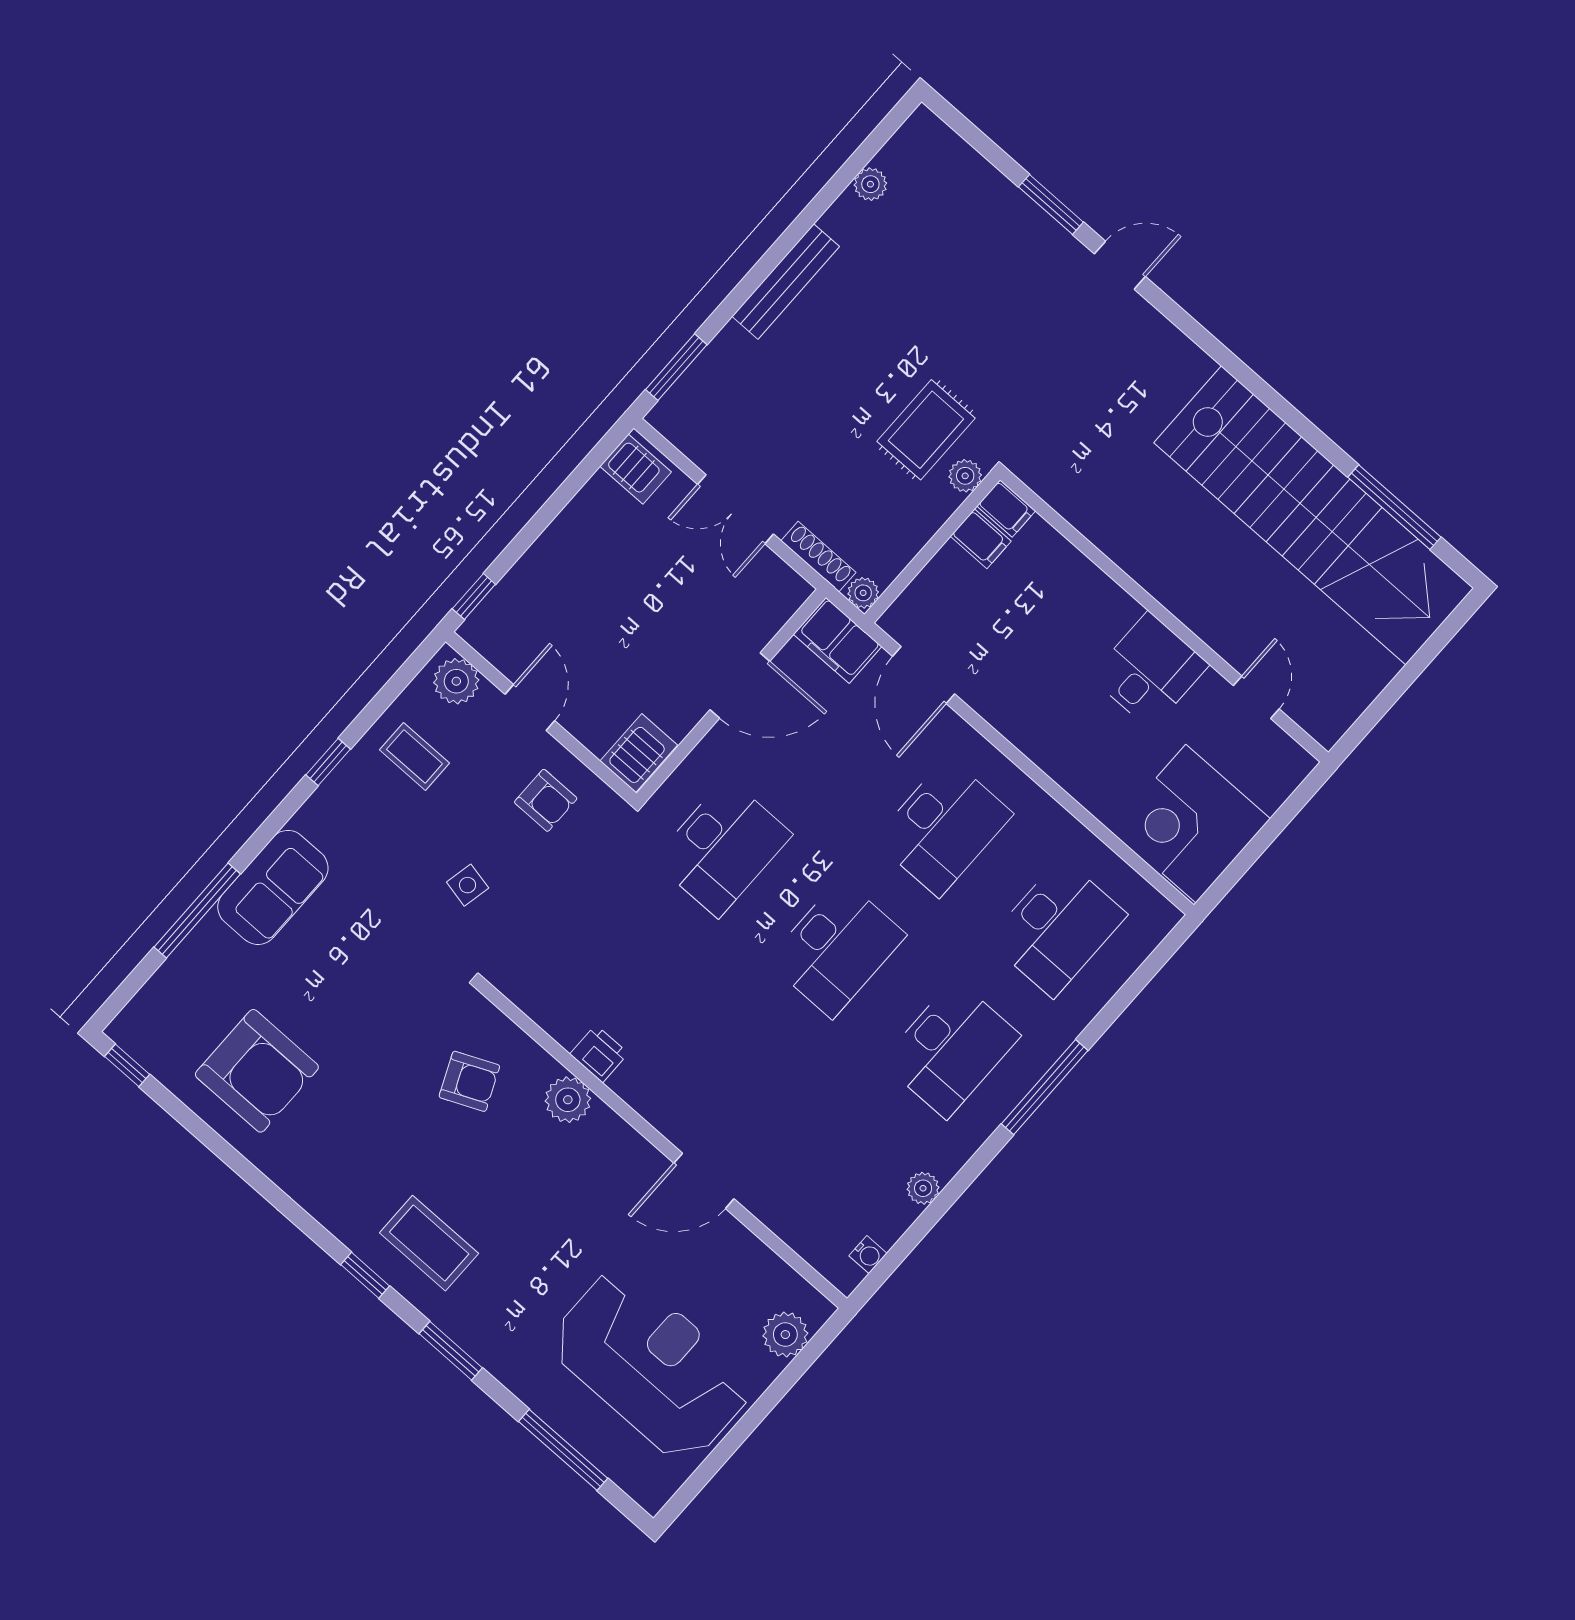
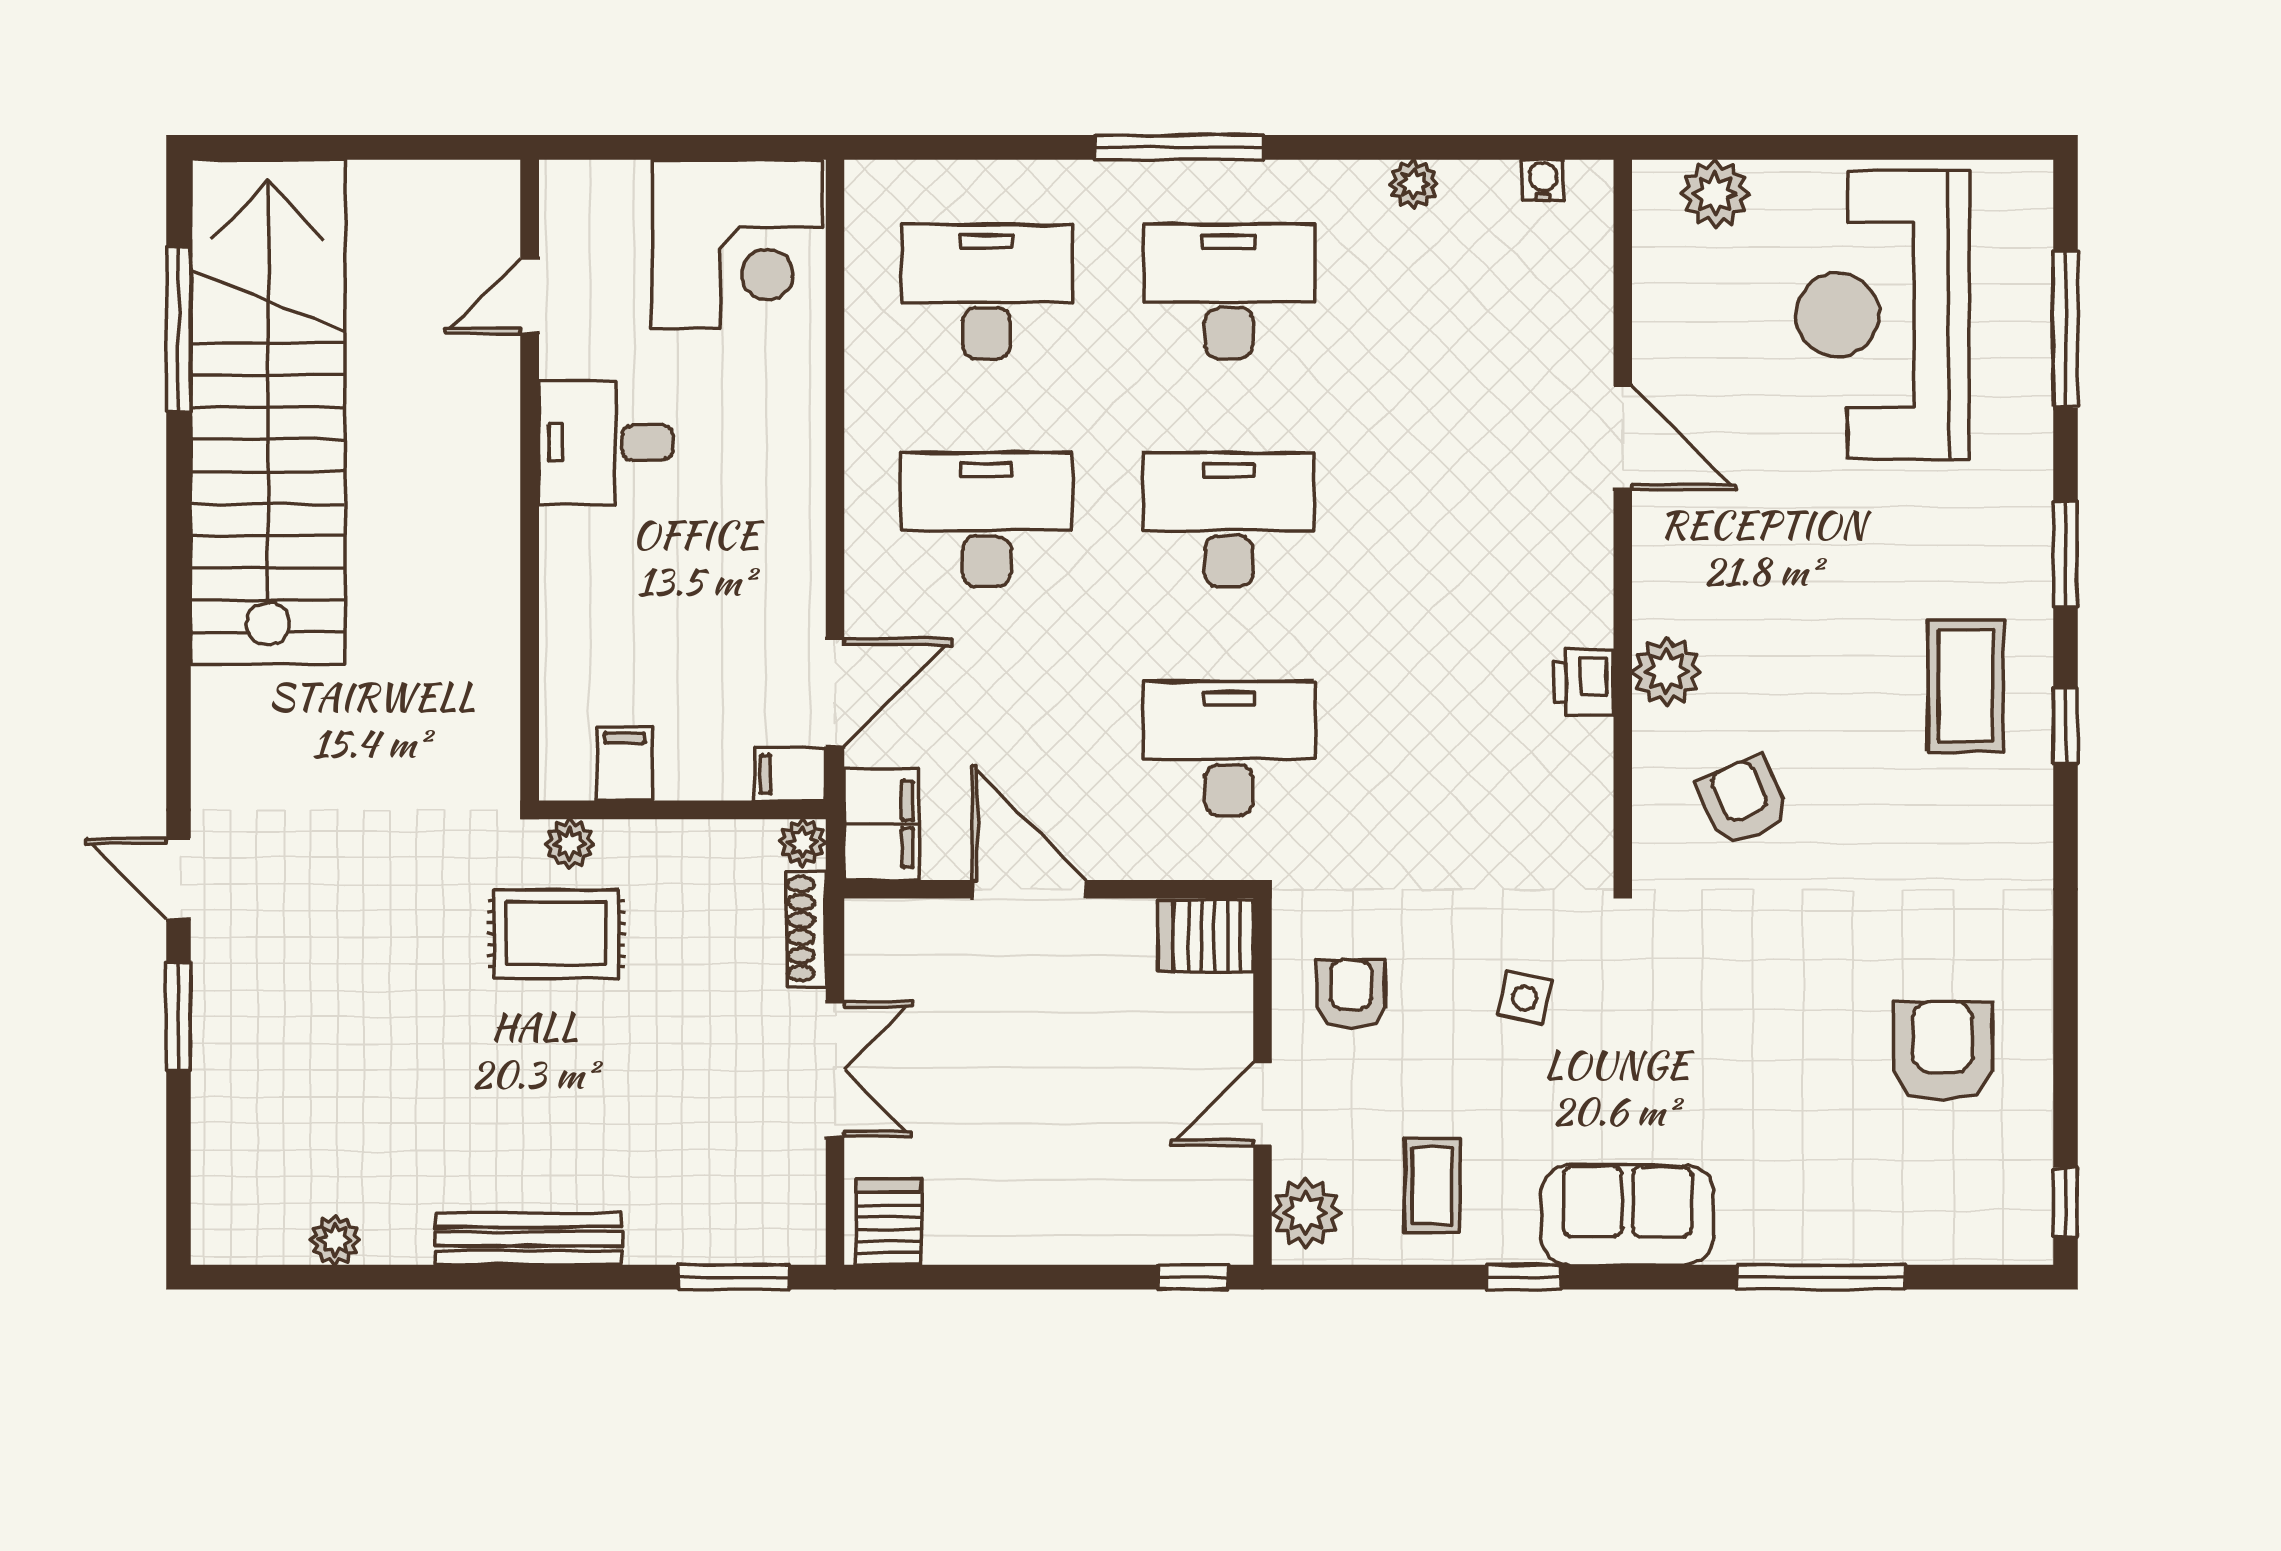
filing cabinet: (1006, 508) -> (790, 774), moved, turned -90
sofa: (273, 887) -> (1627, 1215), moved
armchair: (257, 1071) -> (1943, 1051), width x0.73, depth x0.73

